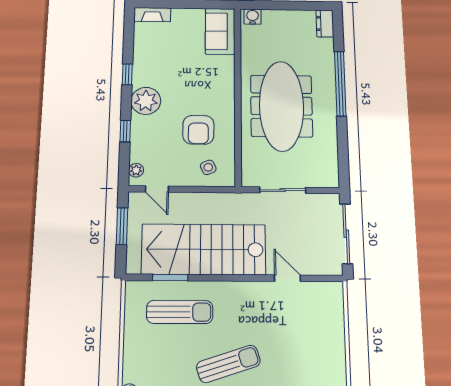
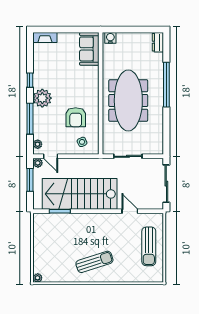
window: (125, 131) -> (30, 119), width x2.17
plant: (136, 199) -> (38, 163), added
sun lounger: (180, 312) -> (149, 246), moved, turned 90

